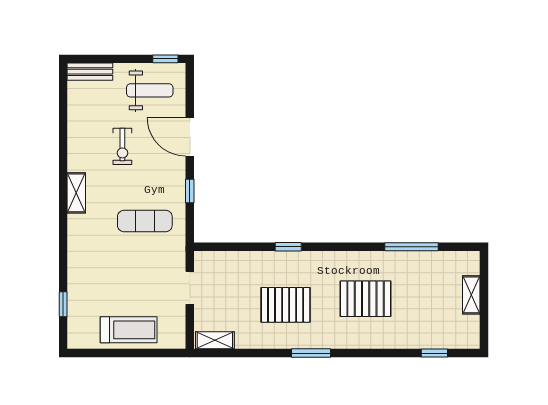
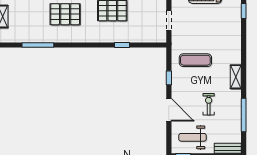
window: (63, 128) -> (244, 115), added
window: (288, 247) -> (122, 45), moved

